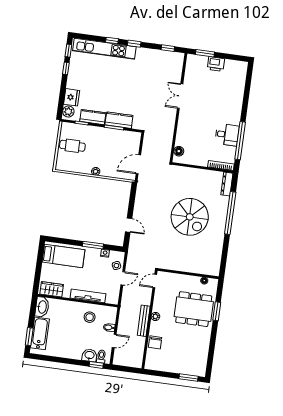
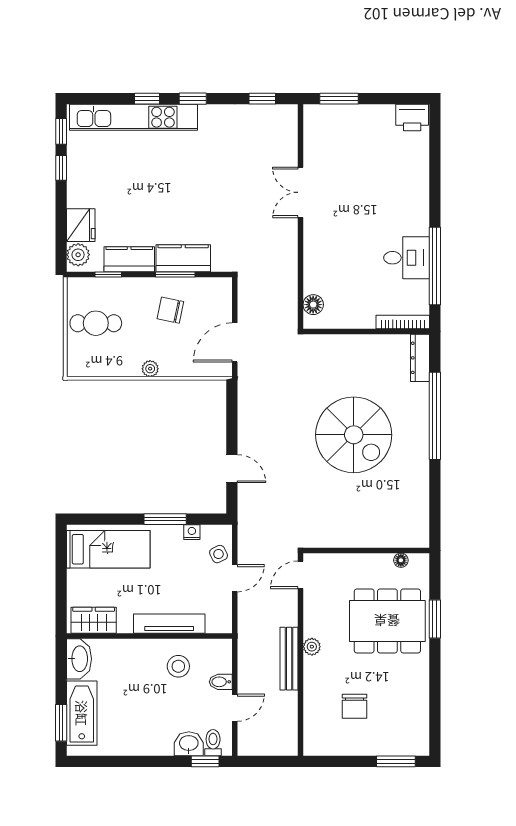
printer: (216, 64) -> (412, 117), moved
chair: (109, 144) -> (170, 310), added
chair: (155, 342) -> (354, 706), moved

